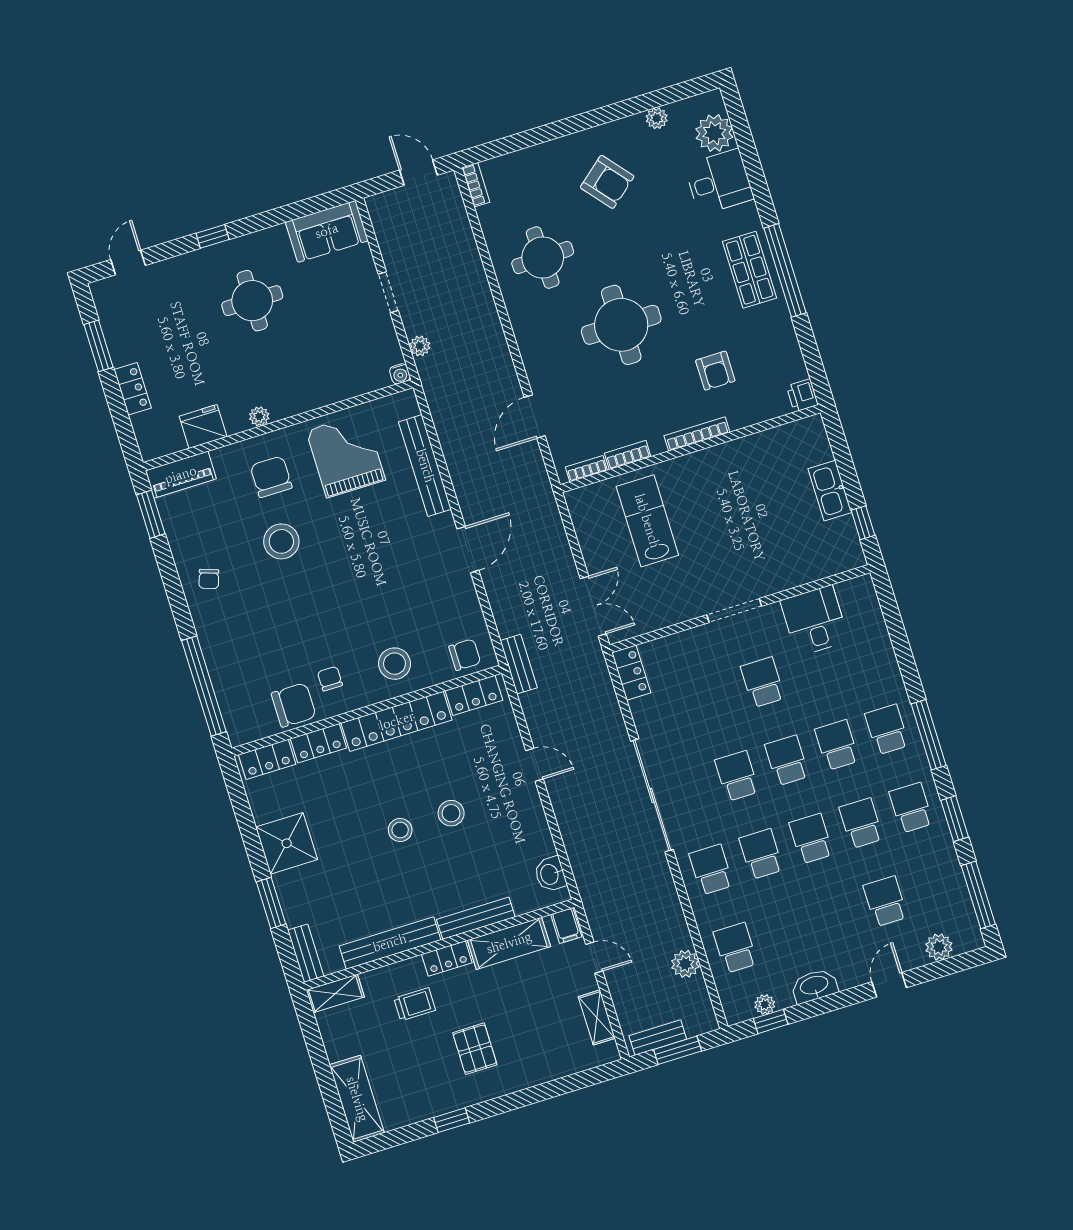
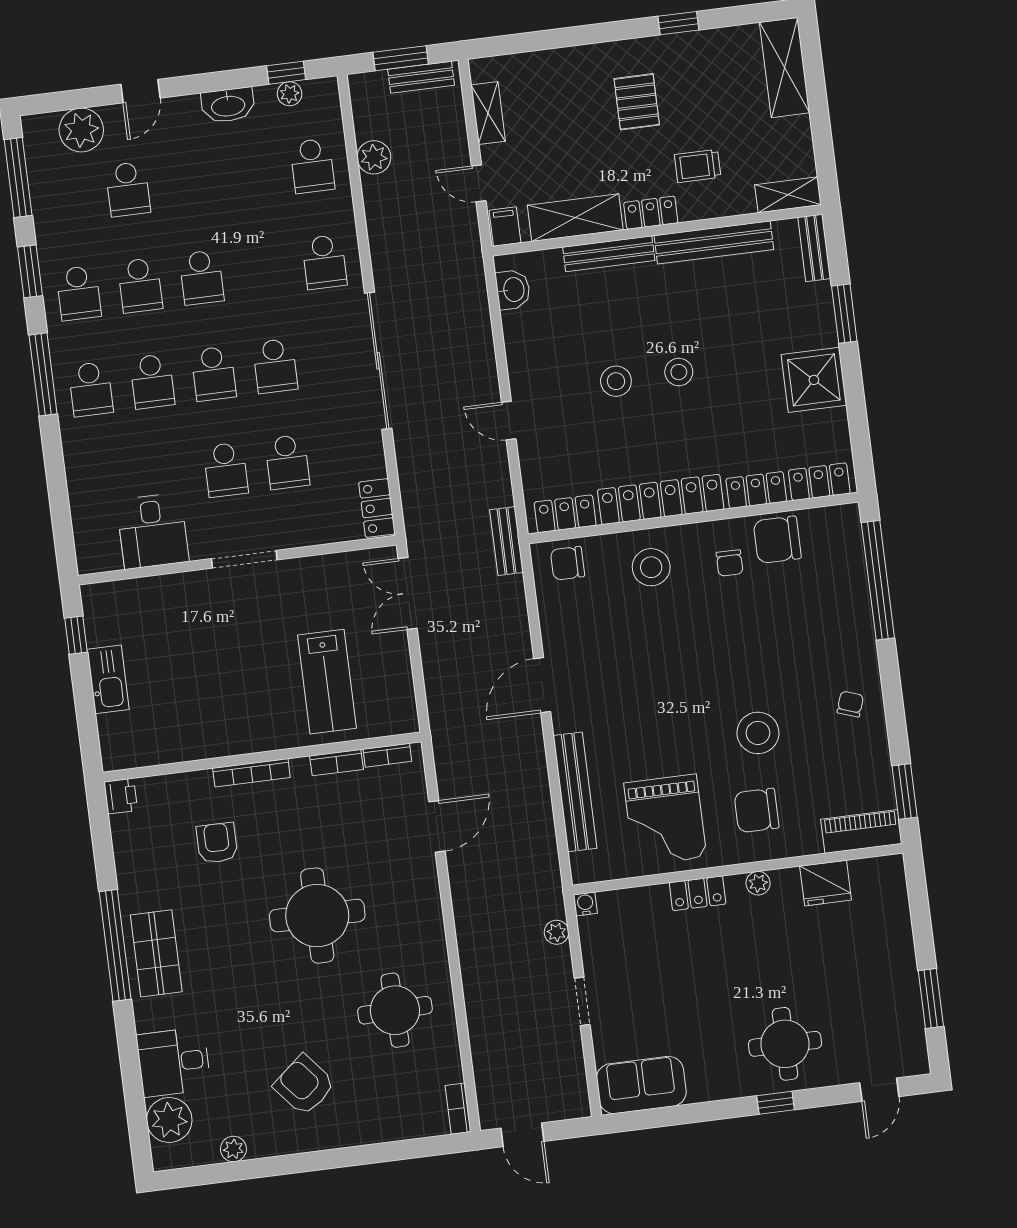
round table: (252, 301) -> (785, 1044), moved
locker: (133, 389) -> (698, 893), moved, turned -90
chair: (271, 477) -> (757, 810), turned 90
school desk: (761, 854) -> (287, 462), moved
plant: (939, 947) -> (81, 130), width x1.36, depth x1.36

